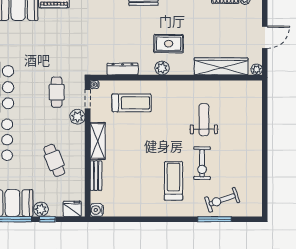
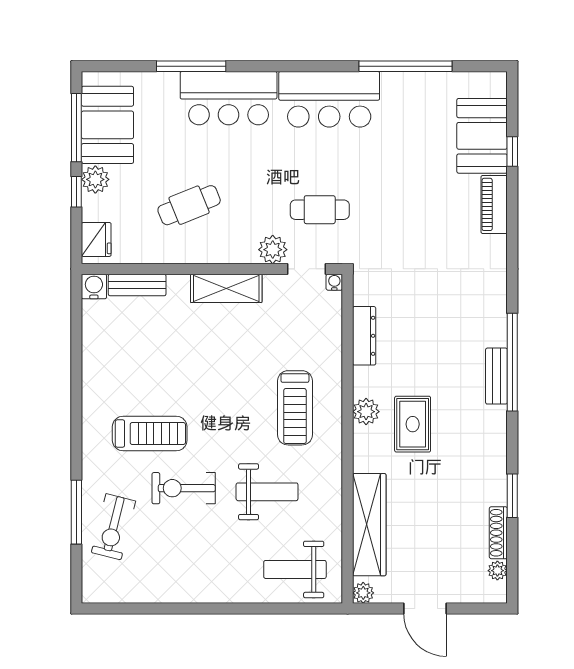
treadmill: (132, 103) -> (295, 408), moved
weight bench: (244, 105) -> (295, 569), added
bench: (96, 176) -> (137, 285), moved
exercise bike: (222, 200) -> (113, 527), turned -147

